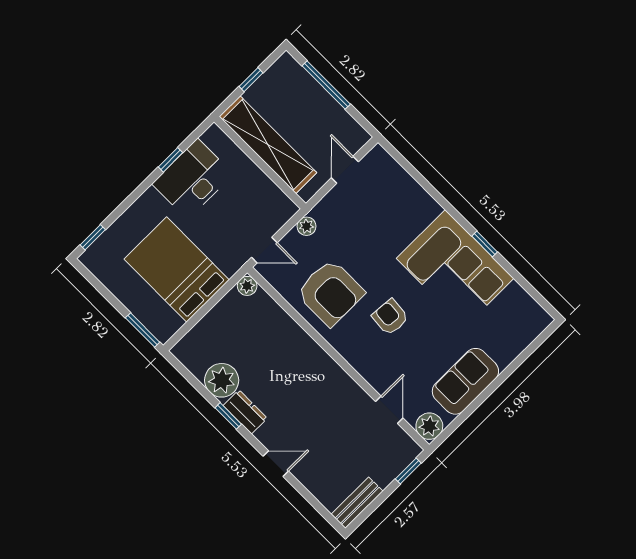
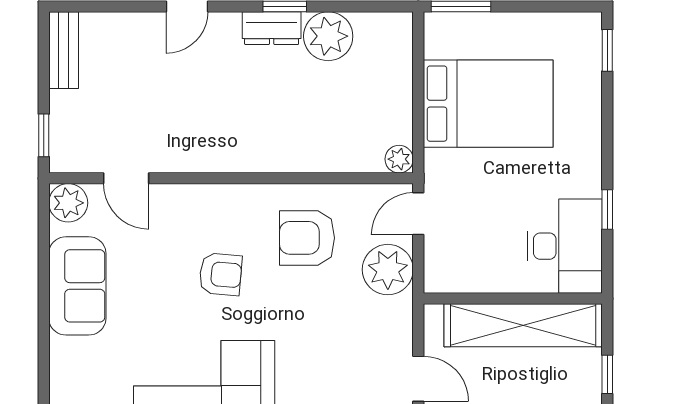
desk: (193, 179) -> (565, 246), moved
plant: (307, 226) -> (388, 270), width x1.88, depth x1.88
armchair: (330, 293) -> (307, 238), width x0.73, depth x0.73

